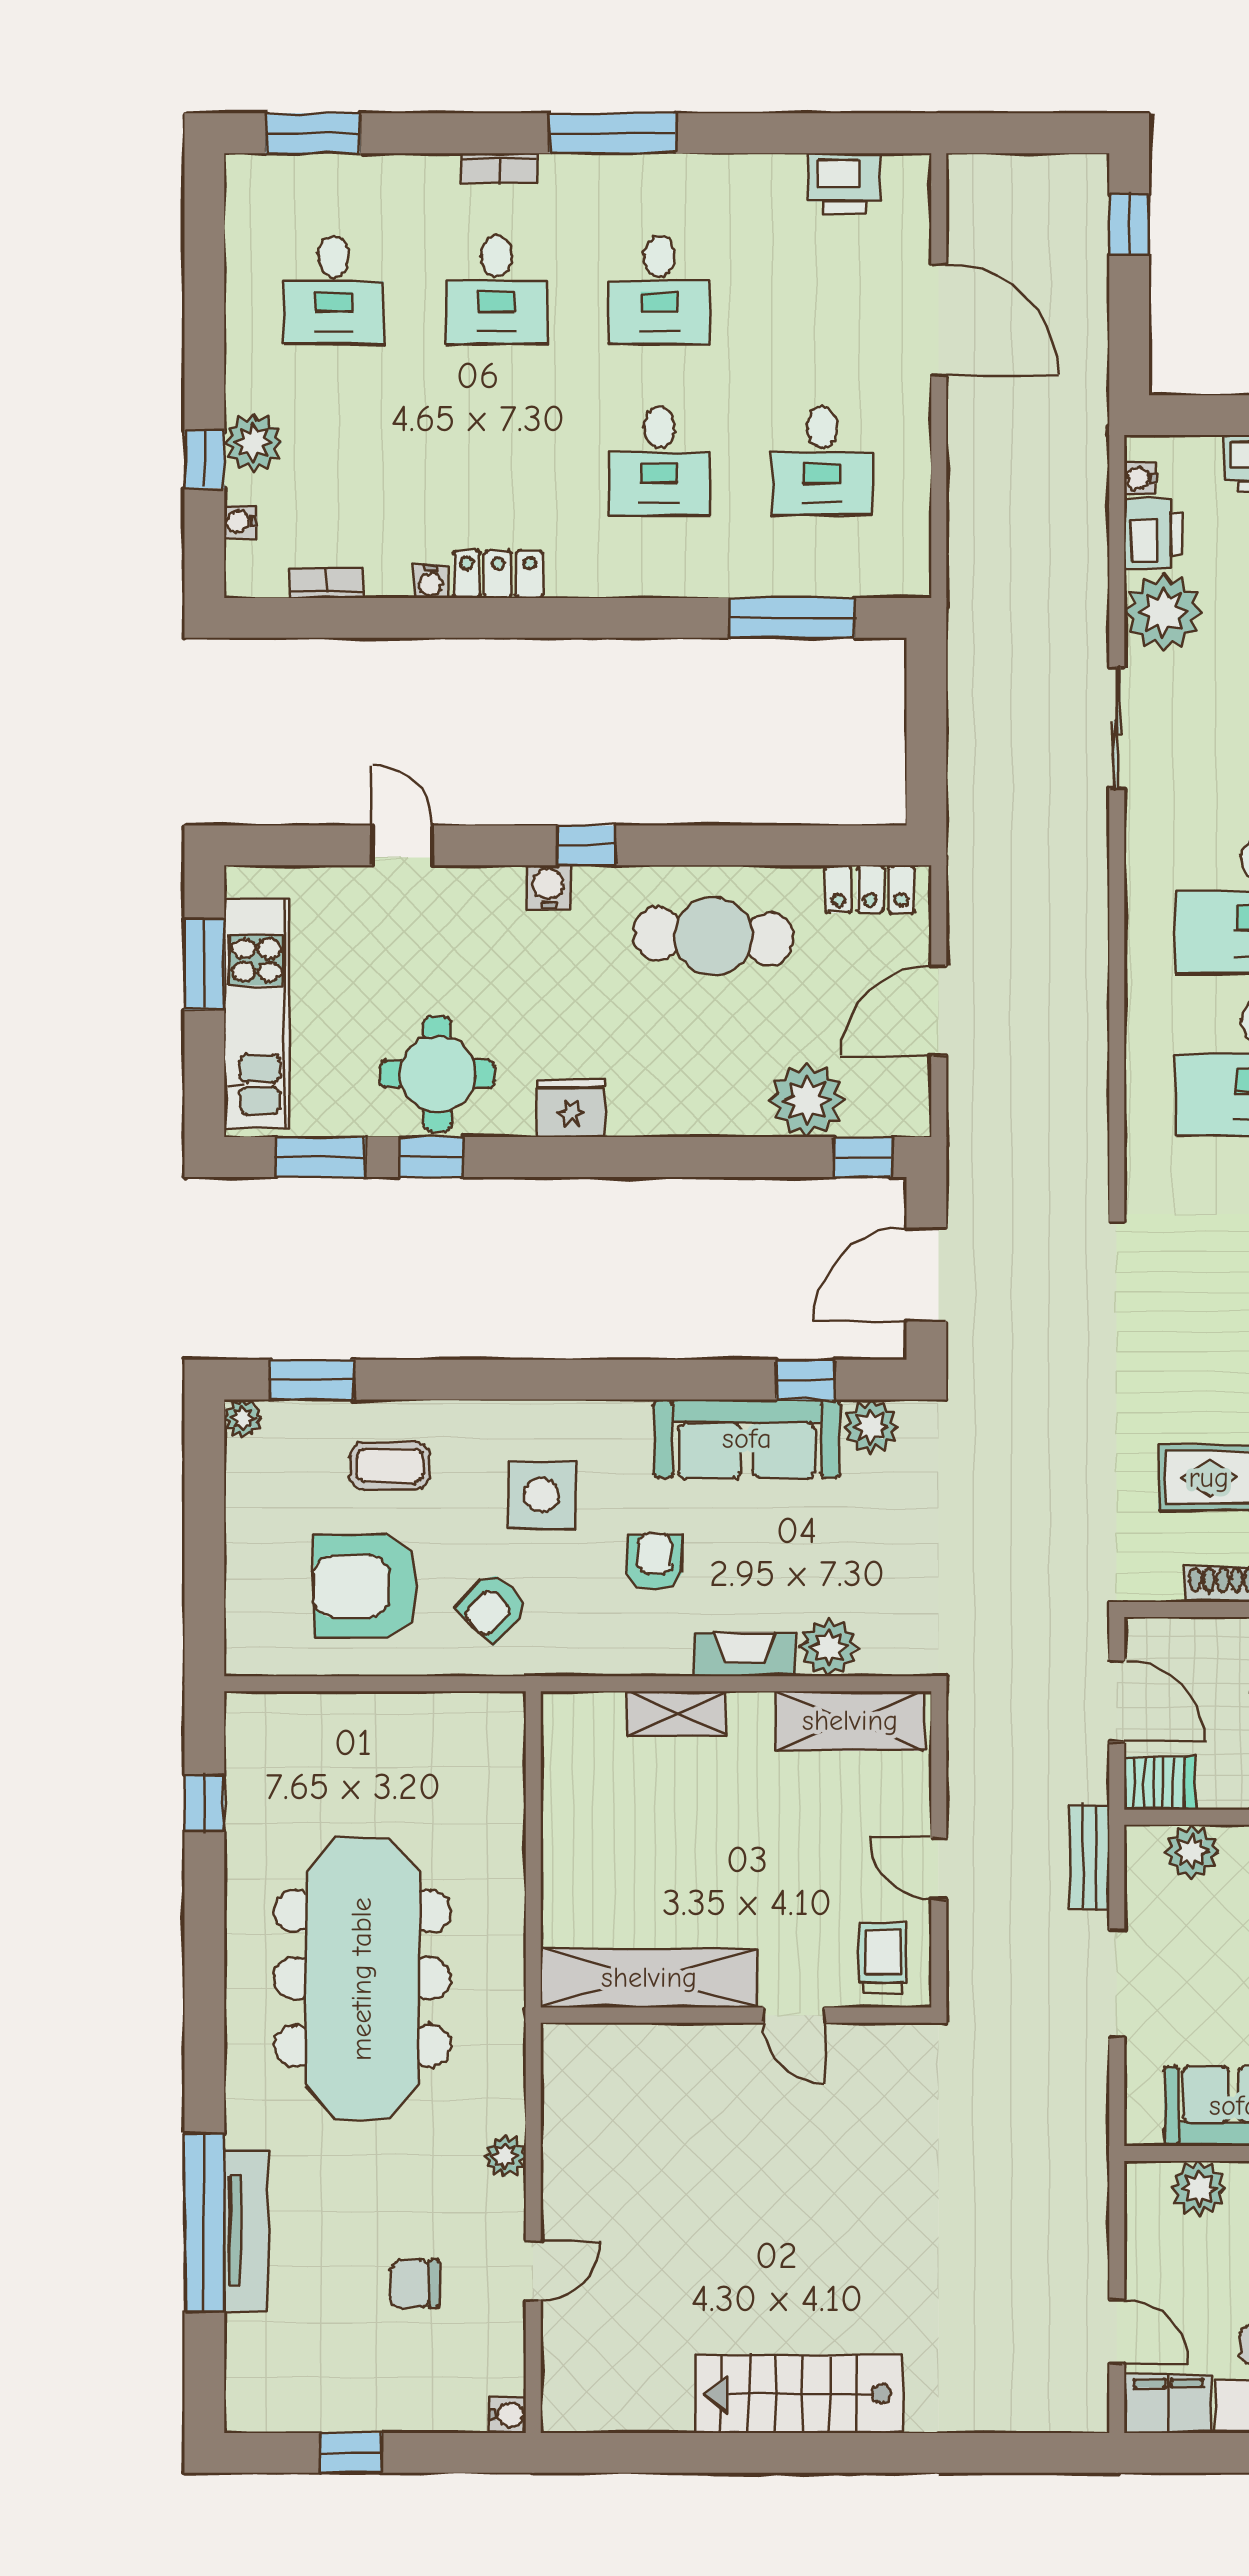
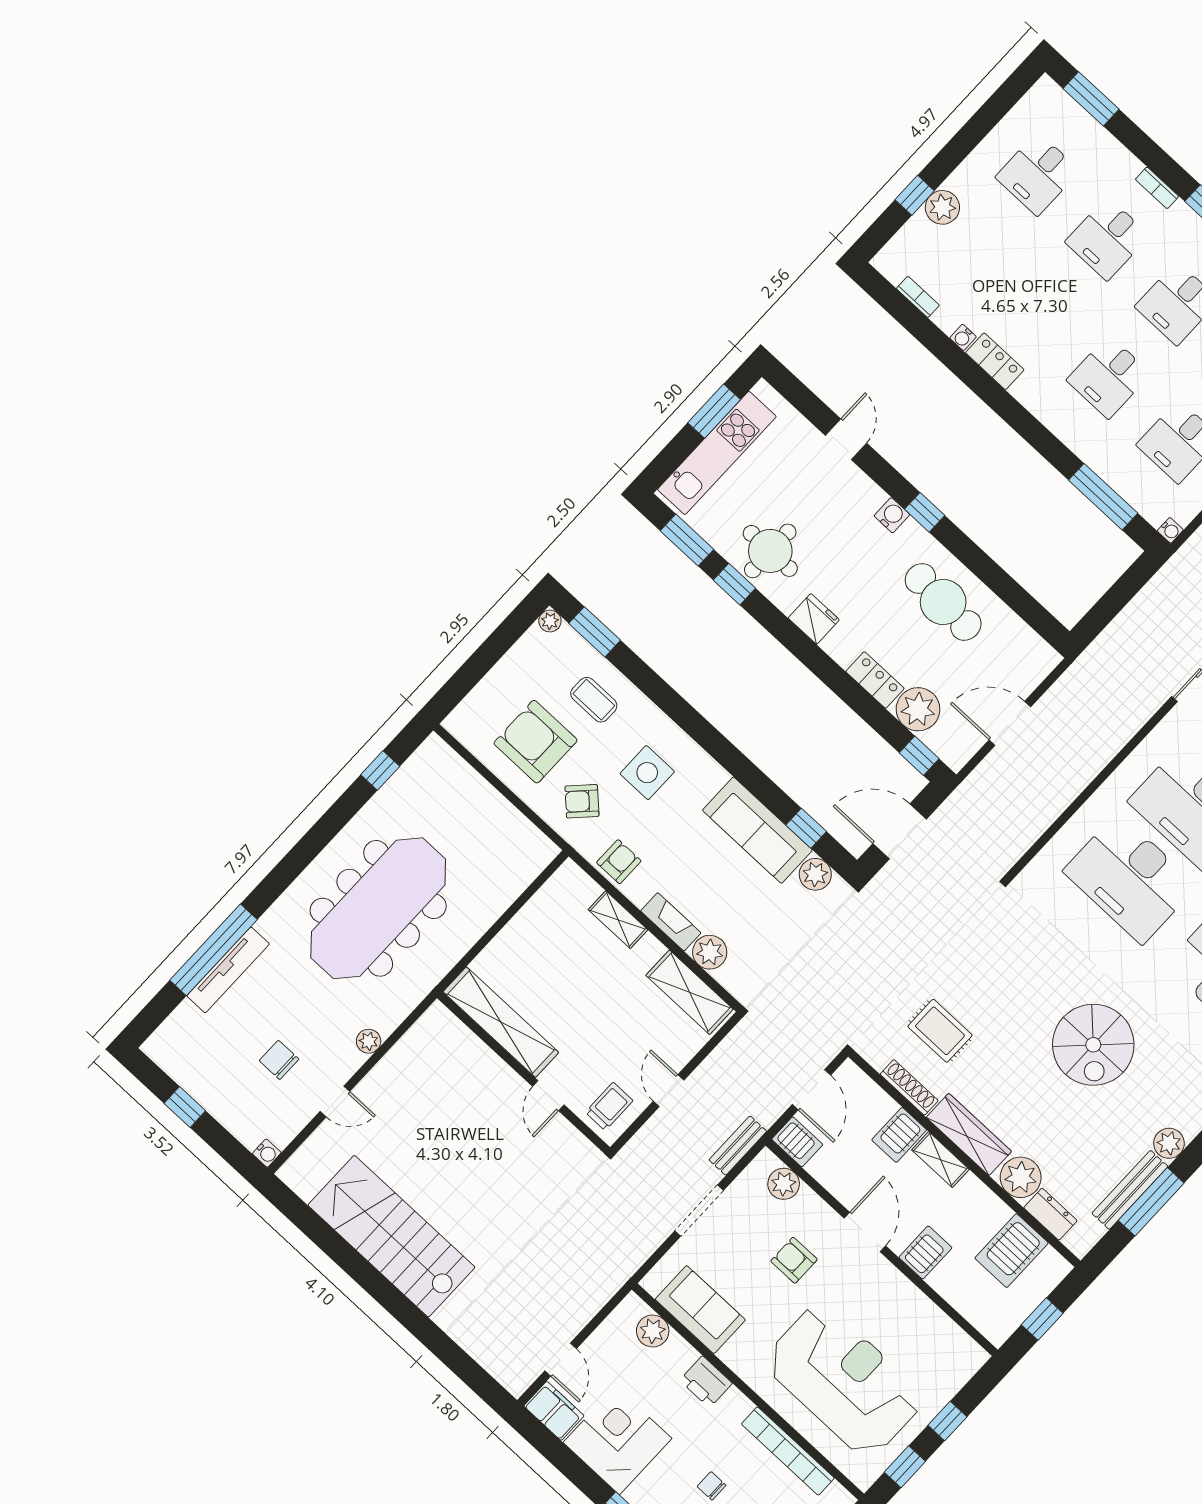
water cooler: (240, 522) -> (1170, 530), moved, turned 180
locker: (870, 889) -> (875, 680), moved, turned 180
armchair: (655, 1562) -> (619, 862), moved
stairs: (799, 2394) -> (391, 1236), width x1.36, depth x1.51

